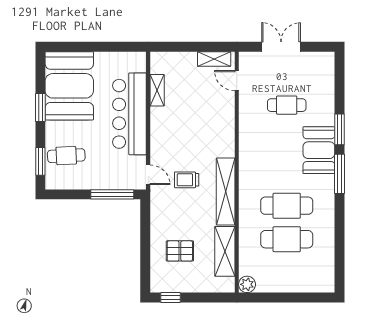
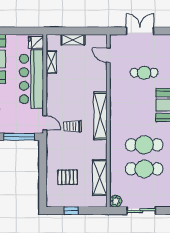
shelving: (214, 59) -> (73, 40), moved
fridge: (136, 63) -> (36, 42), added
shelving: (226, 192) -> (100, 116), moved
window: (171, 298) -> (71, 211), moved
sliding door: (283, 298) -> (141, 211), added

